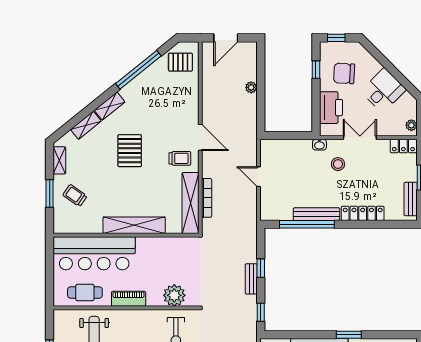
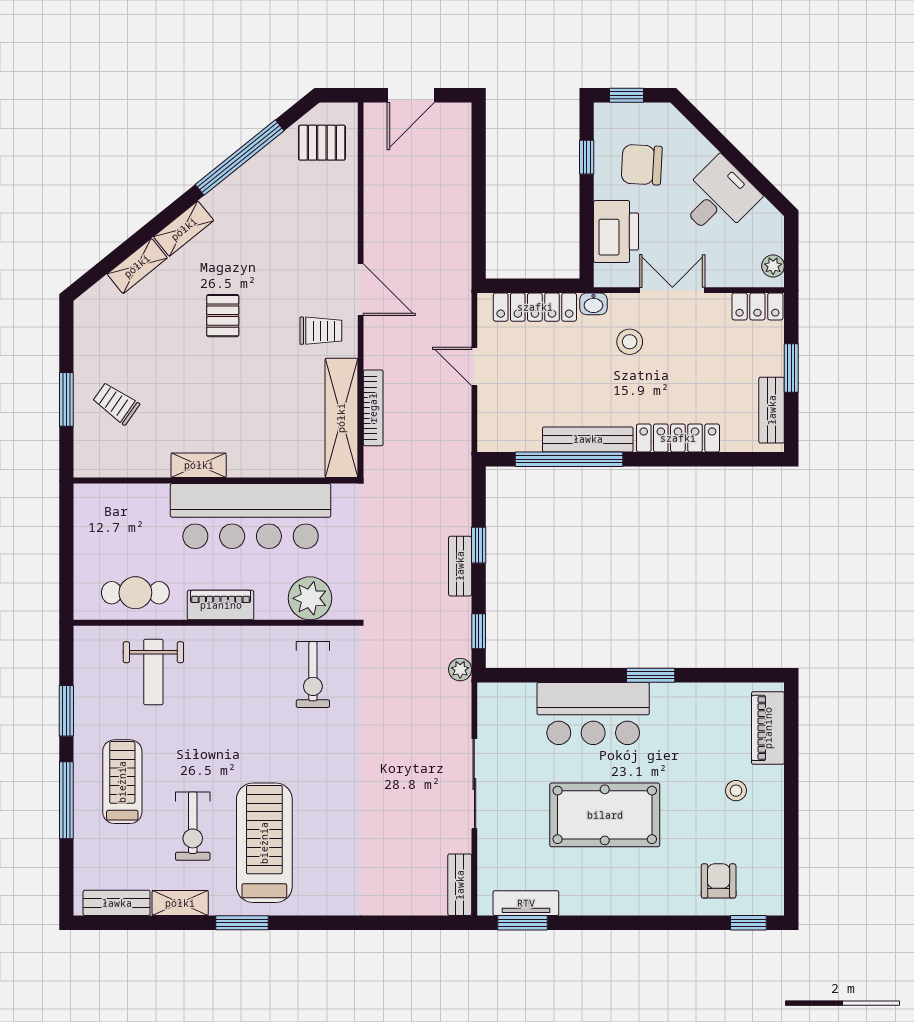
plant: (251, 87) -> (460, 670), moved
locker: (289, 146) -> (535, 307), added
pallet: (130, 151) -> (223, 316), width x0.67, depth x0.71
shelving: (59, 160) -> (86, 335), removed
shelving: (134, 225) -> (199, 465), width x0.45, depth x0.75
bar counter: (94, 253) -> (251, 516), moved

